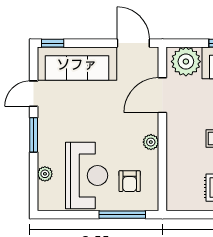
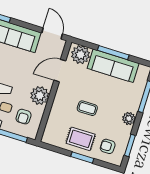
plant: (151, 142) -> (40, 96), width x1.87, depth x1.87

